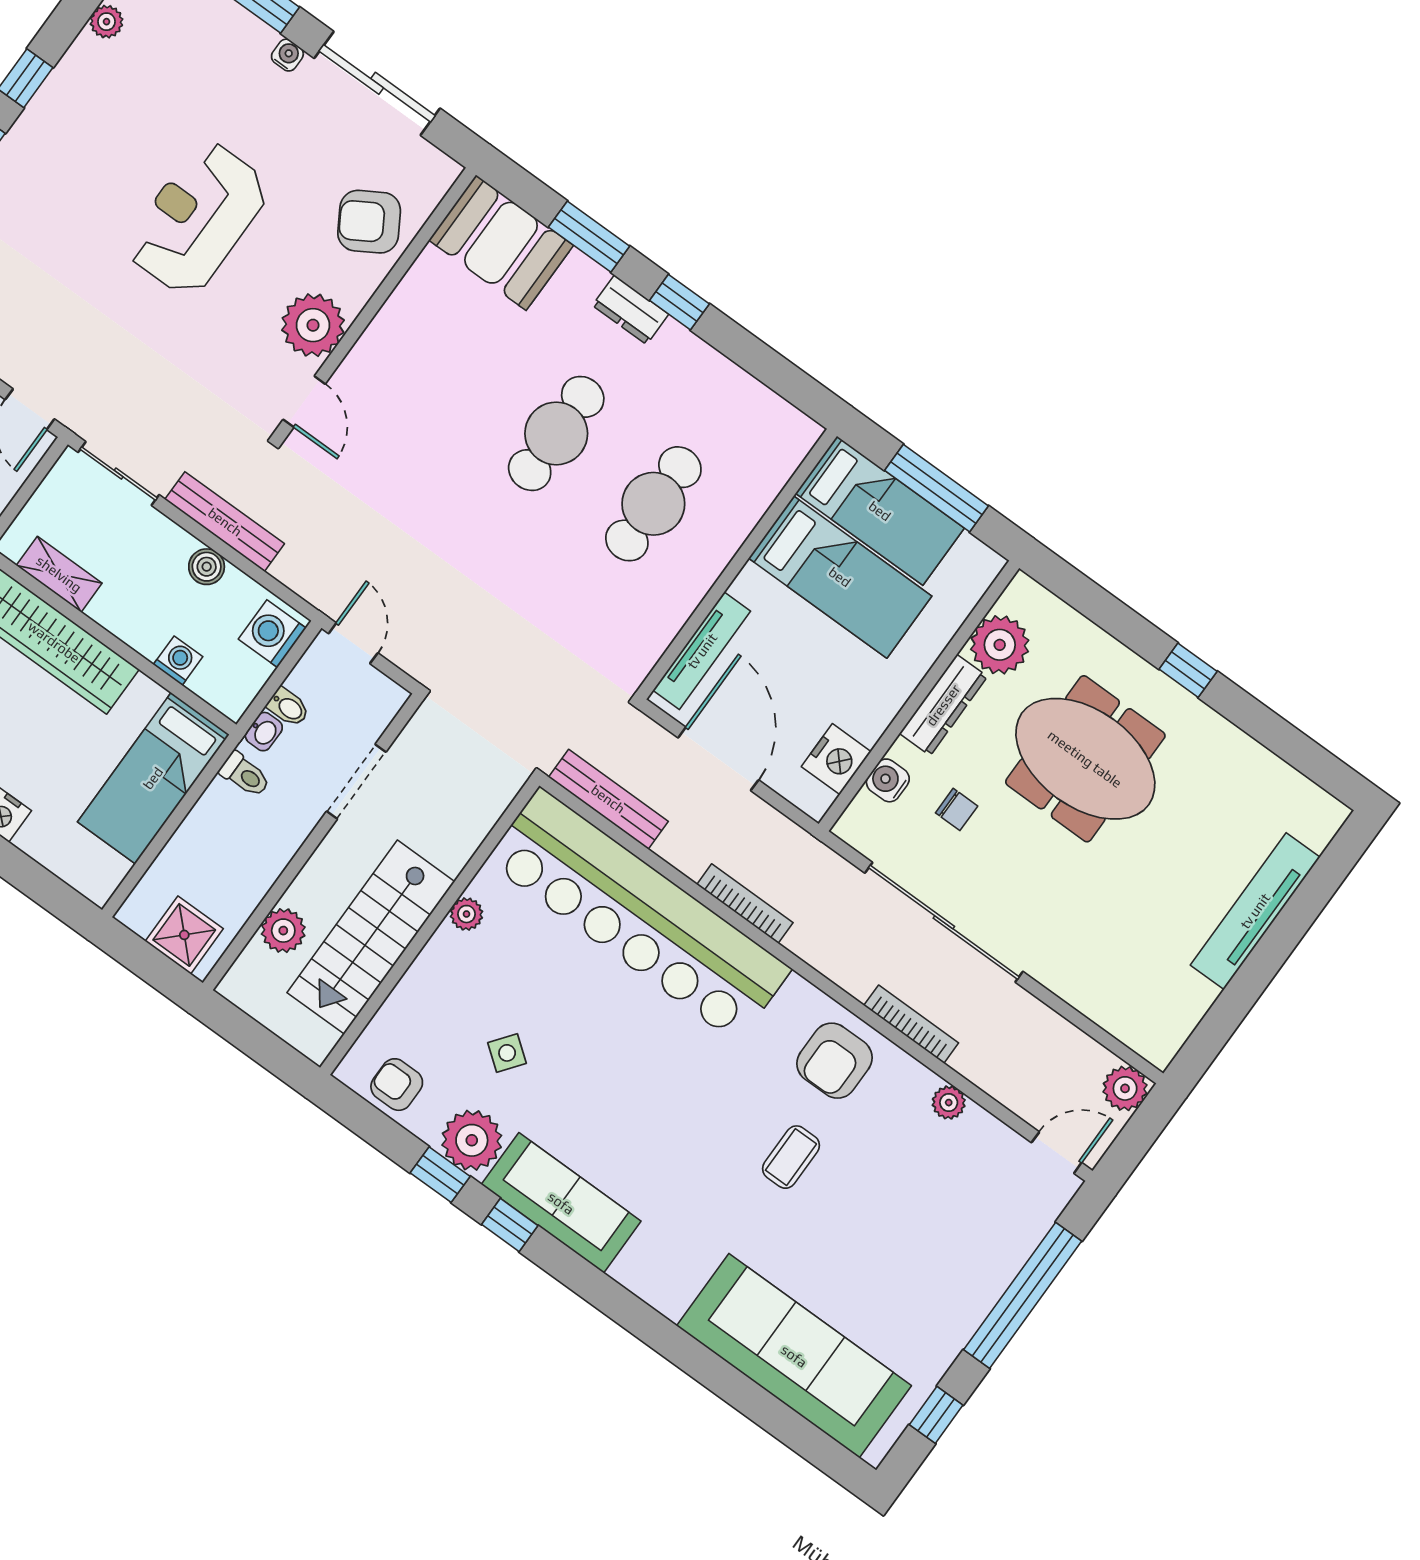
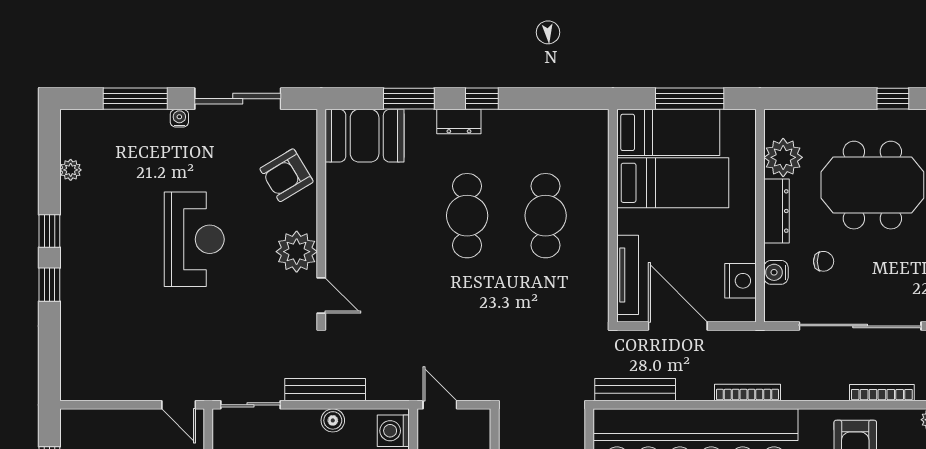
reception desk: (197, 218) -> (194, 239), turned 180

